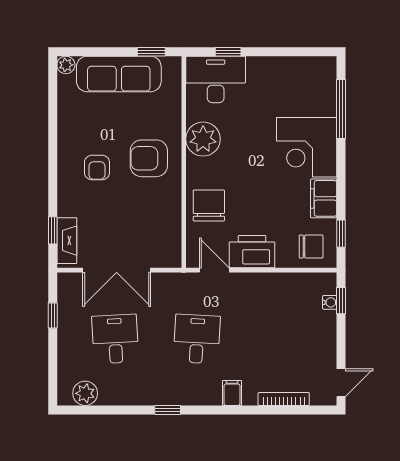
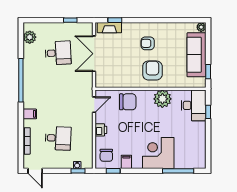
filing cabinet: (324, 198) -> (126, 162), width x0.50
printer: (252, 252) -> (101, 130), width x0.53, depth x0.68
desk: (197, 339) -> (58, 138), moved
window: (168, 410) -> (21, 80), width x3.17

